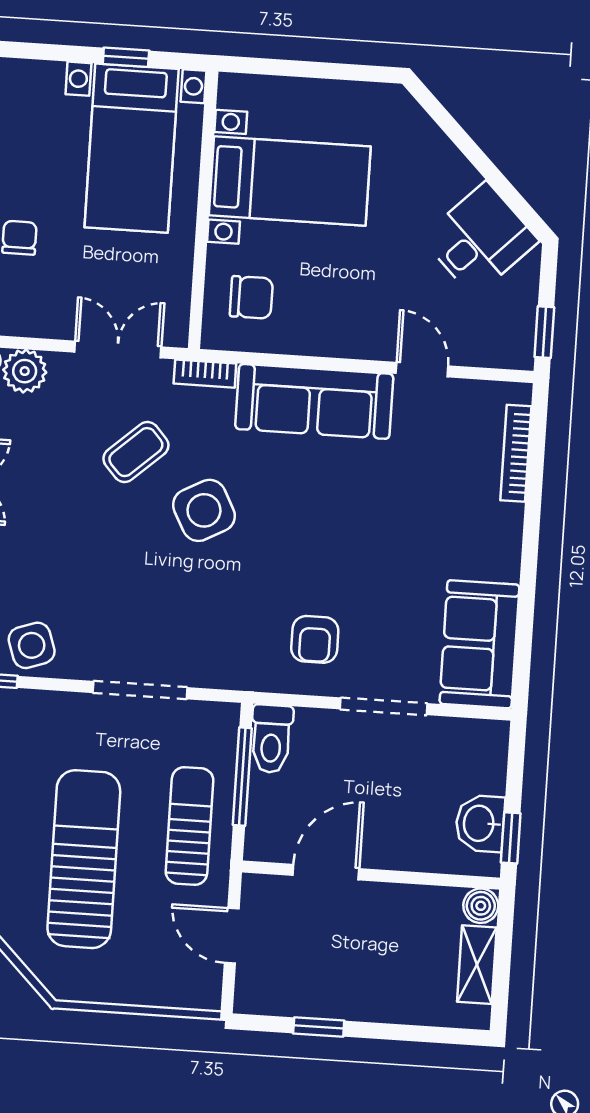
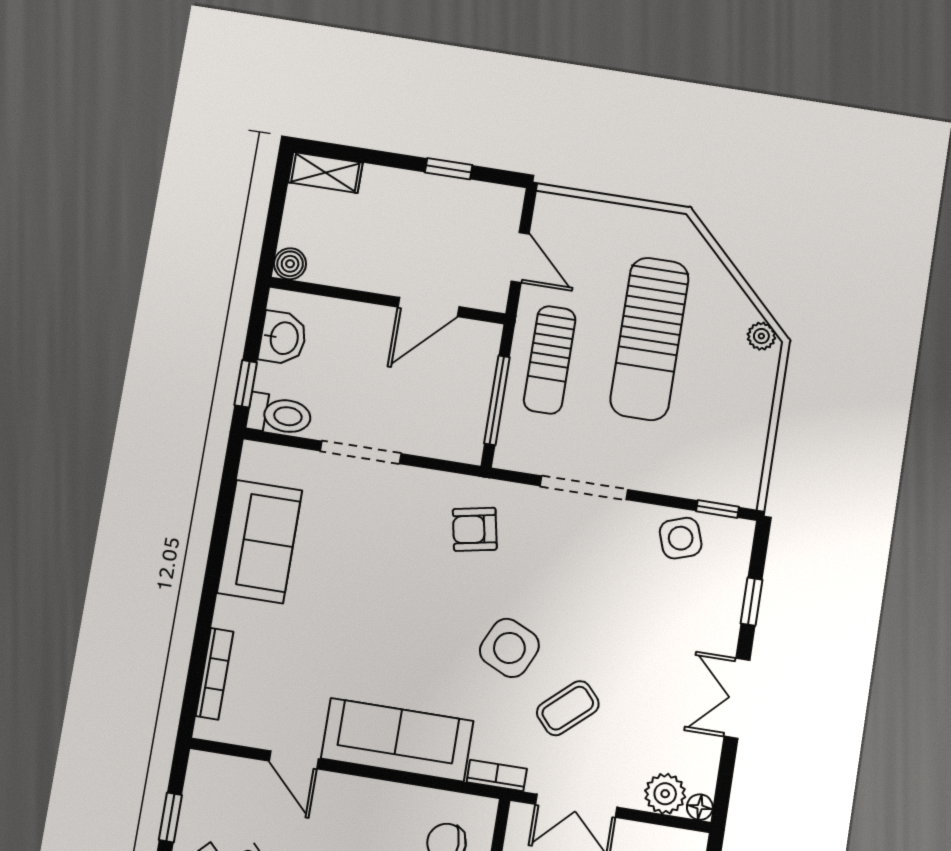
window: (544, 332) -> (170, 817), moved
side table: (204, 510) -> (509, 648), turned -37
armchair: (315, 639) -> (475, 529), moved, turned -101
sofa: (479, 644) -> (260, 542), moved
toilet: (271, 739) -> (279, 415), moved, turned 90
window: (511, 838) -> (246, 384), moved
shelving: (477, 965) -> (325, 172), moved, turned 90

